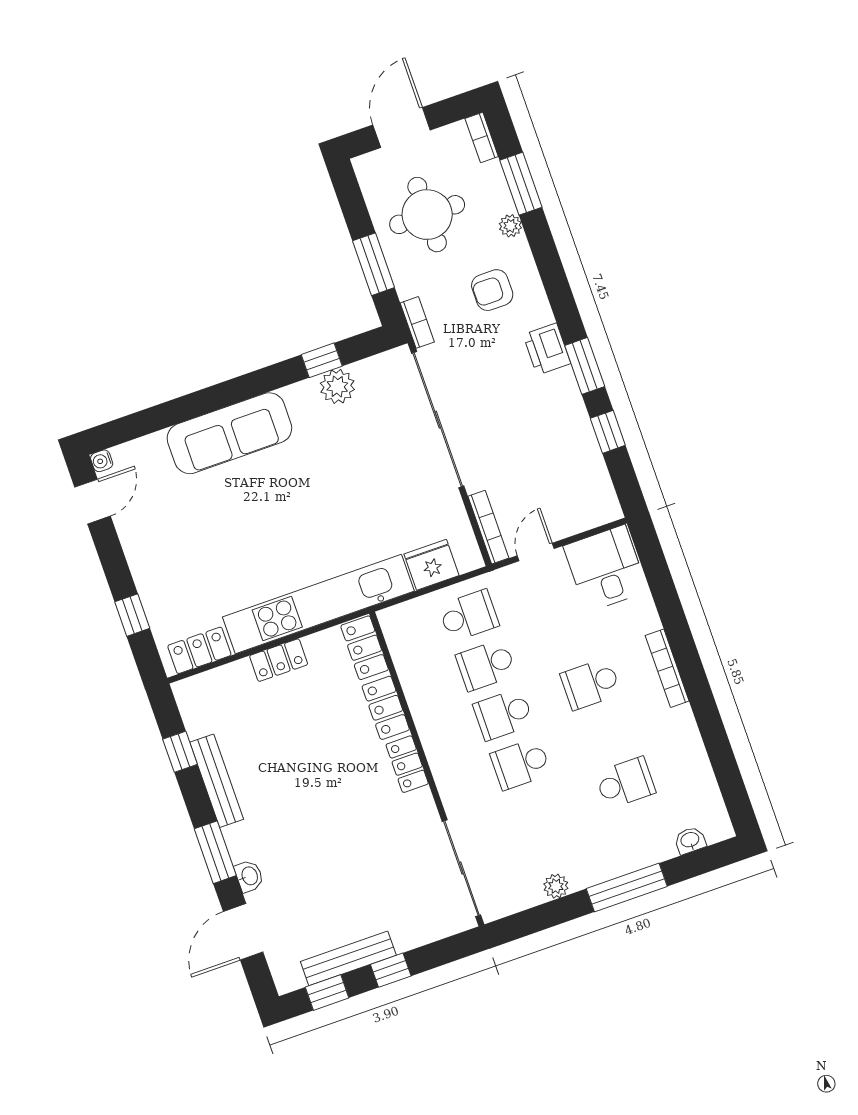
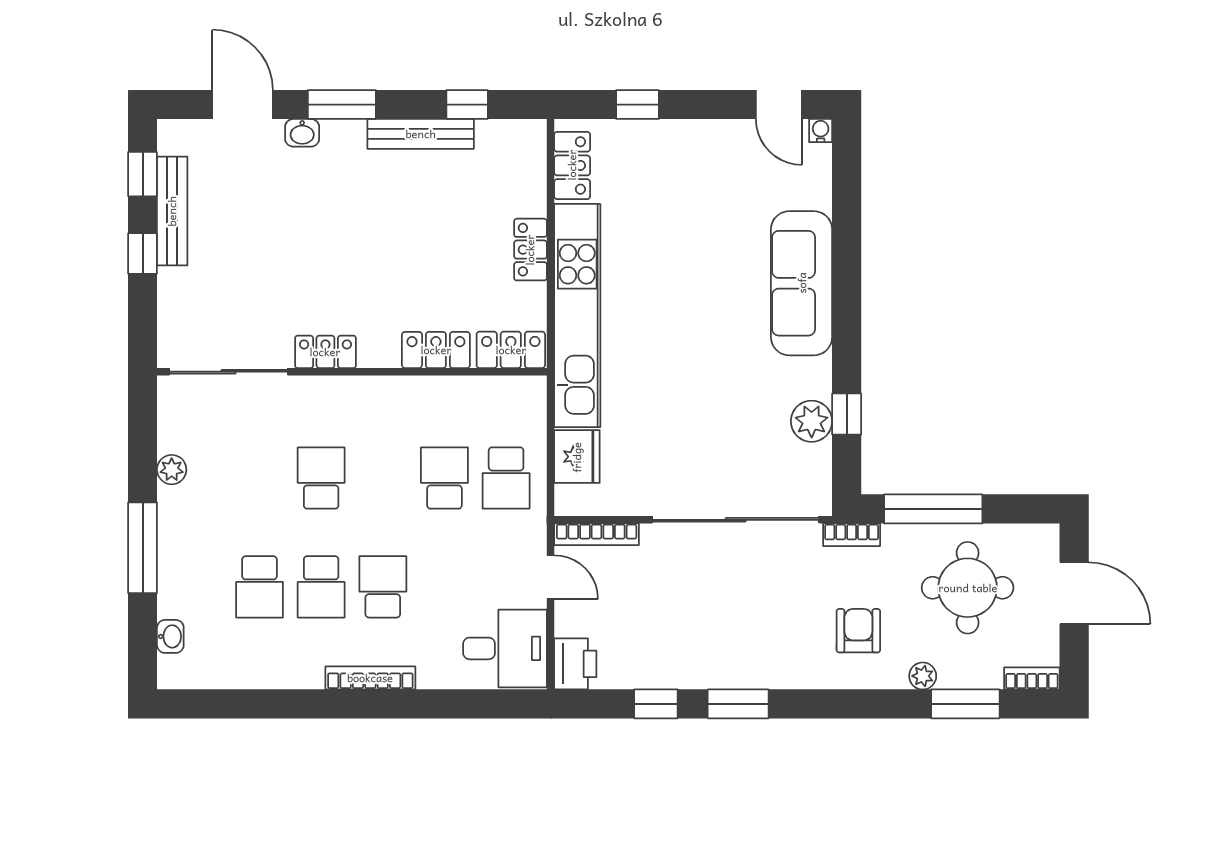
window: (374, 264) -> (933, 509), width x1.44
printer: (547, 349) -> (575, 664), moved, turned 90
school desk: (503, 714) -> (321, 587), moved, turned 180
locker: (407, 764) -> (325, 352), moved

